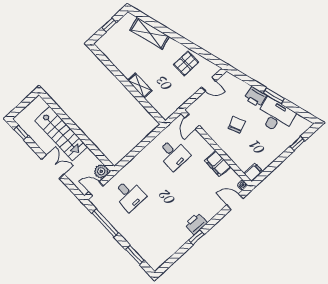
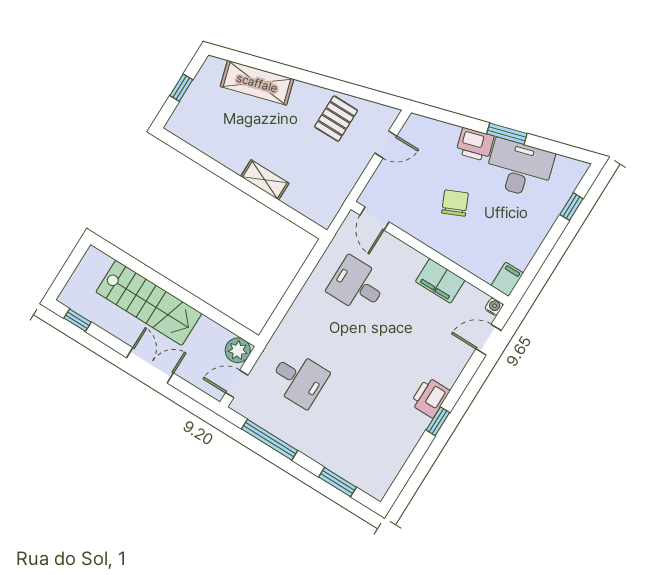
desk: (173, 154) -> (357, 285), turned 180

